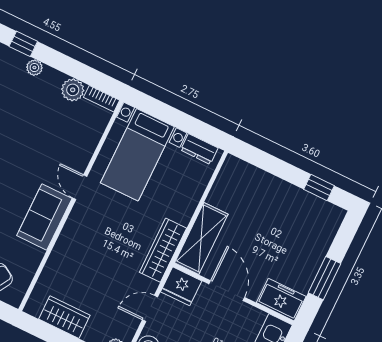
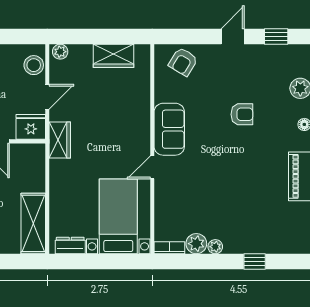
plant: (34, 68) -> (215, 247), moved
door: (80, 187) -> (152, 167), swing flipped
shelving: (201, 238) -> (33, 223), moved
wardrobe: (163, 250) -> (60, 140), width x0.67

